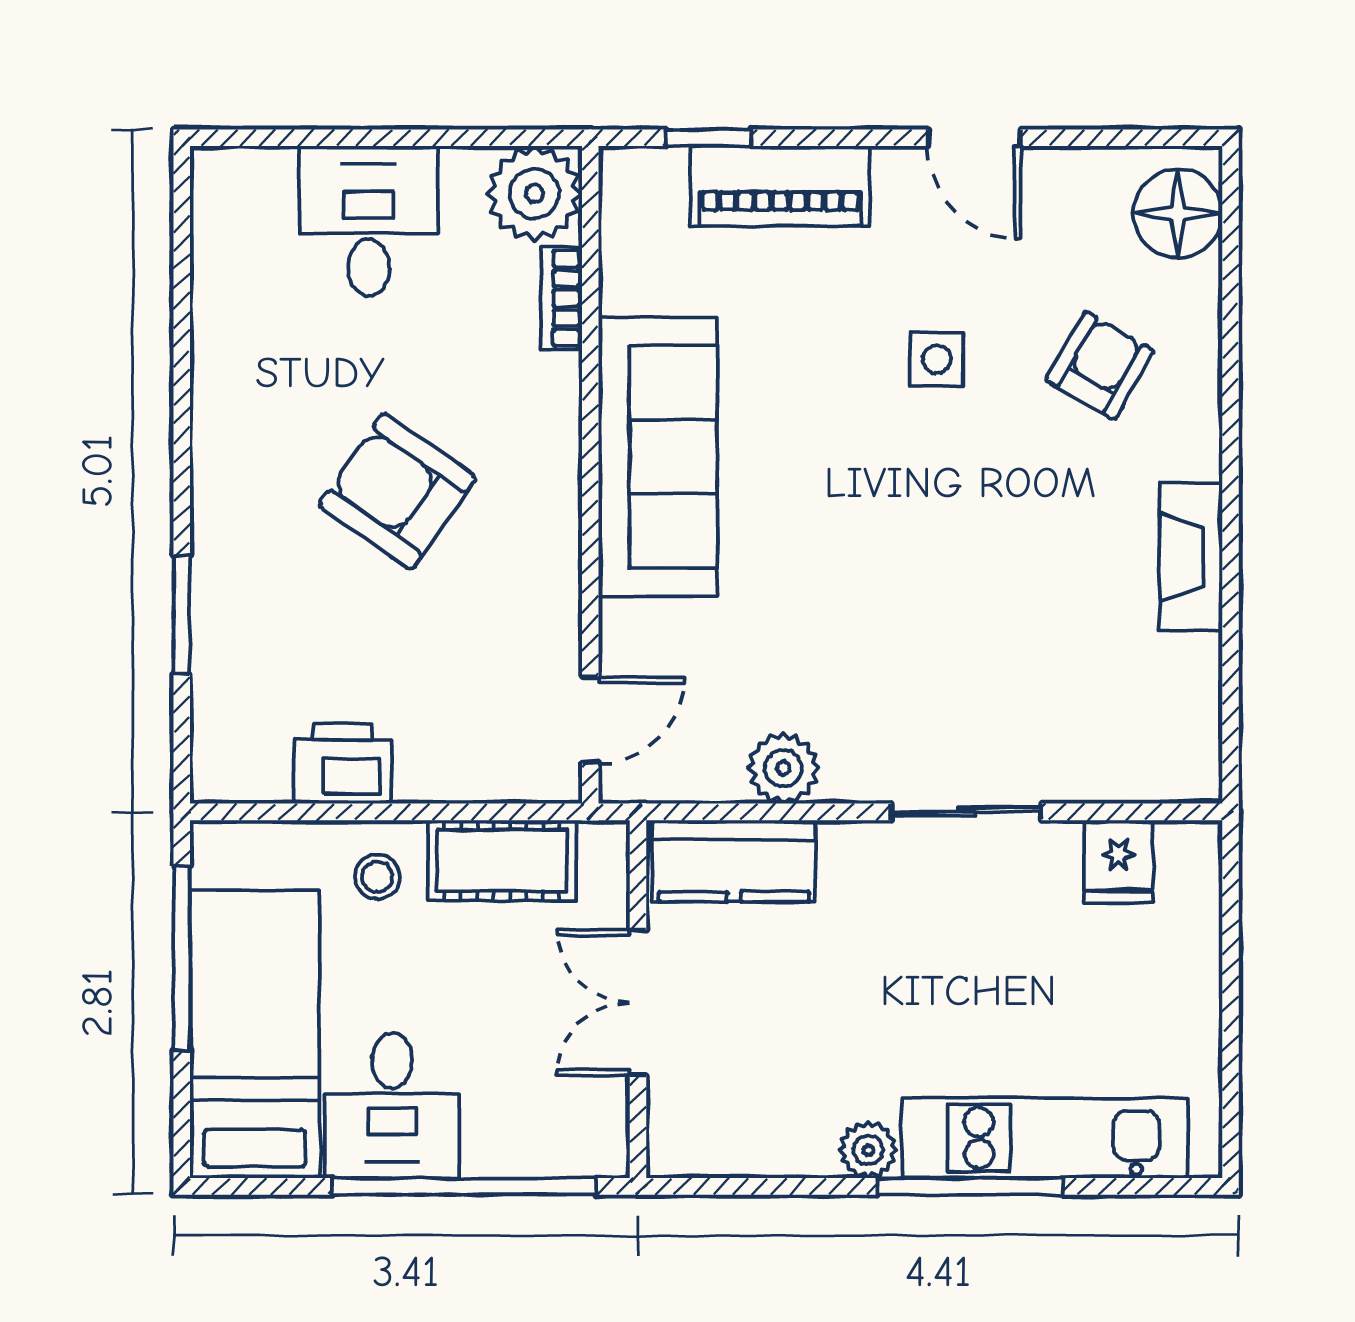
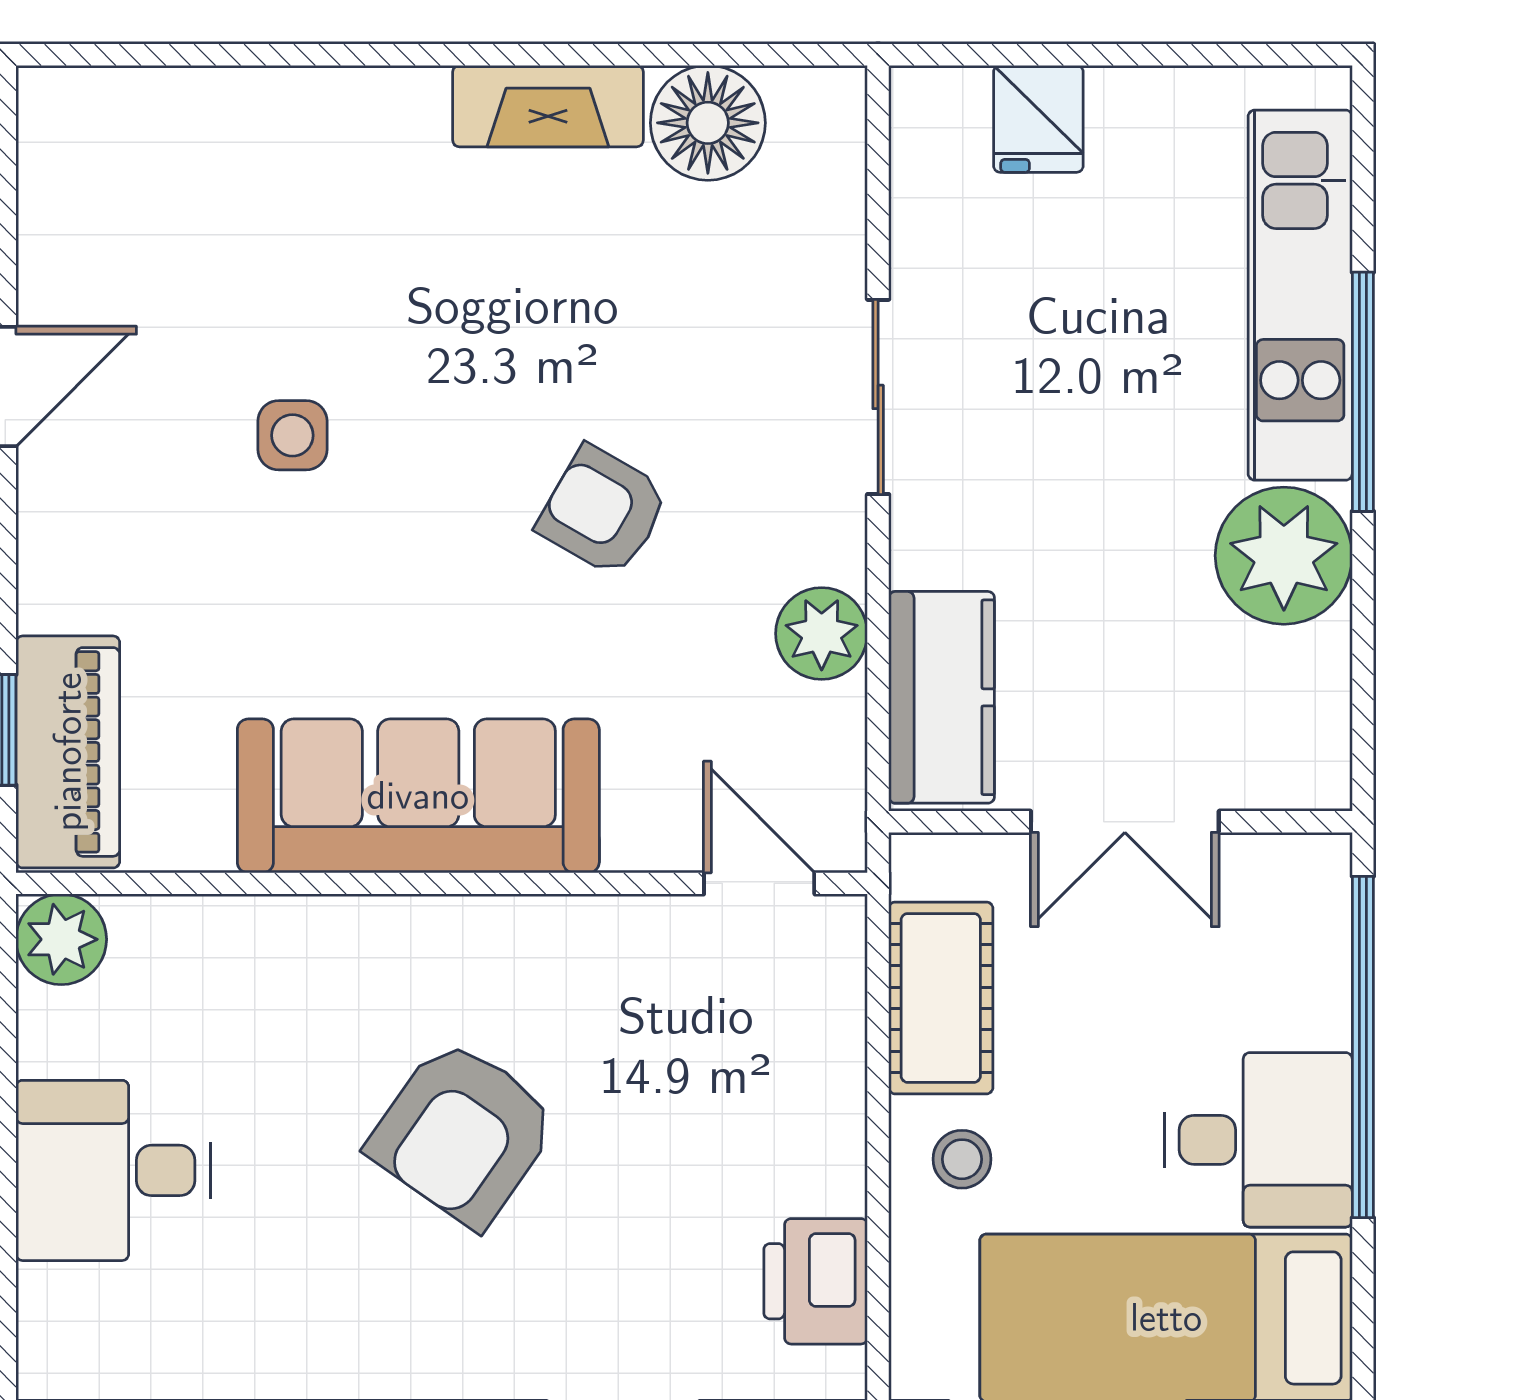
piano: (780, 186) -> (68, 752), moved
plant: (534, 194) -> (61, 939), width x0.73, depth x0.73
floor lamp: (1178, 213) -> (708, 123), moved
bookcase: (562, 298) -> (213, 921), removed
armchair: (1100, 366) -> (603, 511), moved
printer: (343, 764) -> (816, 1281), moved
fridge: (1118, 861) -> (1038, 119), moved, turned 90
plant: (868, 1150) -> (1284, 556), width x1.88, depth x1.88

